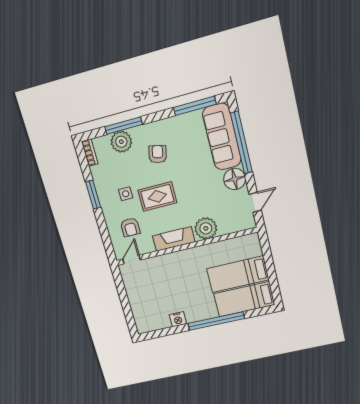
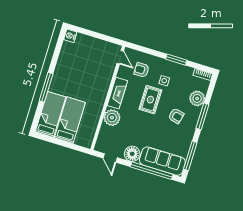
window: (124, 126) -> (202, 116), moved
nightstand: (178, 319) -> (70, 36), moved
window: (216, 321) -> (46, 87), width x0.68

